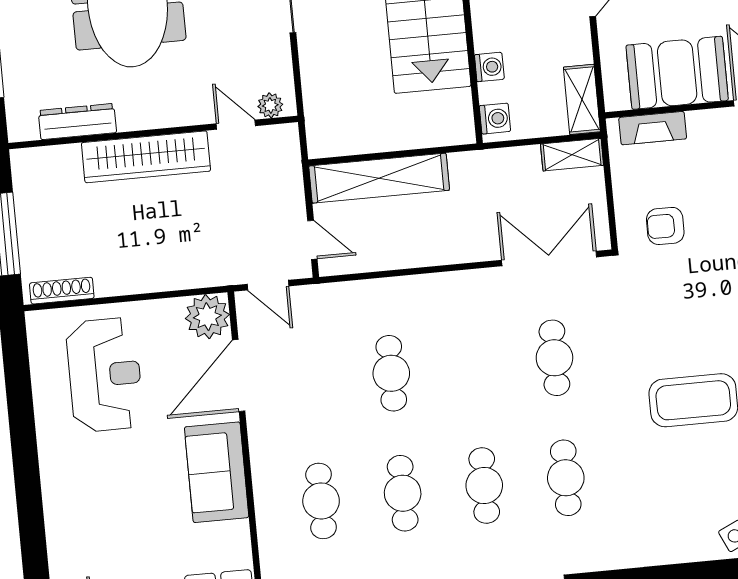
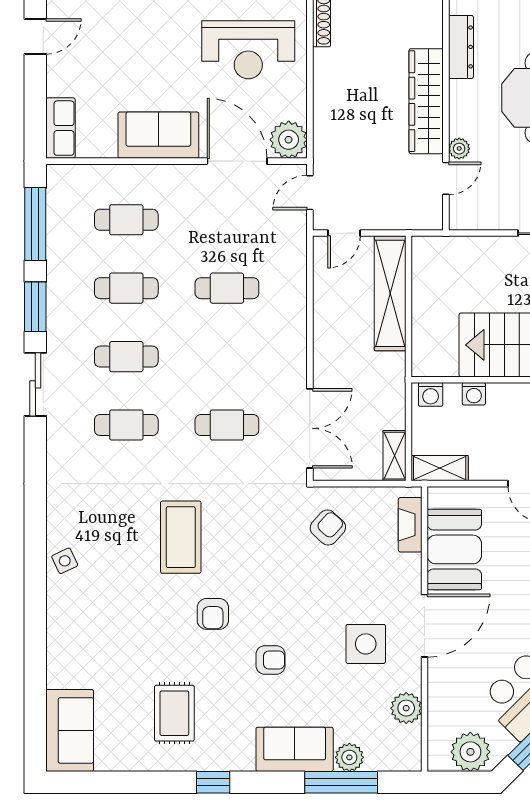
plant: (270, 105) -> (459, 149), moved
armchair: (665, 226) -> (328, 528), turned 42

